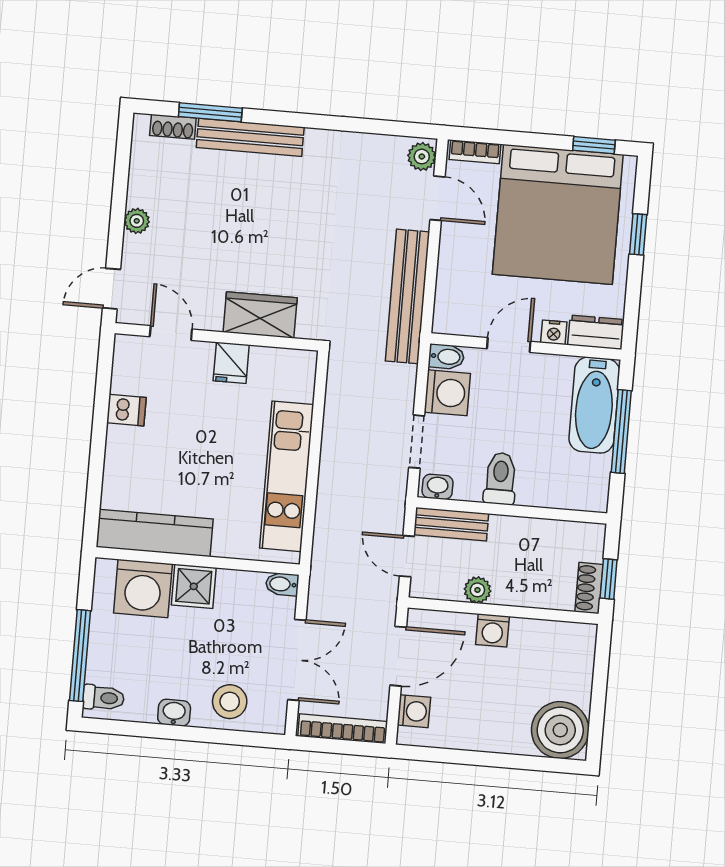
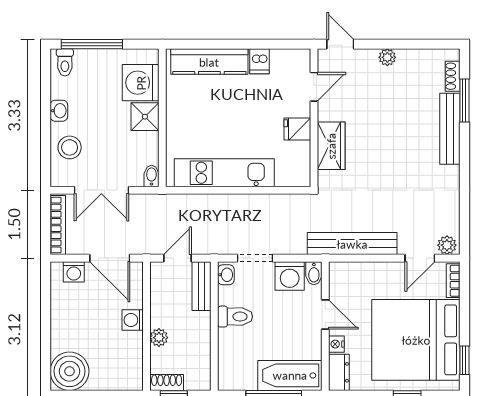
kitchen counter: (155, 533) -> (209, 62), moved, turned 90
plant: (477, 590) -> (159, 338), moved

